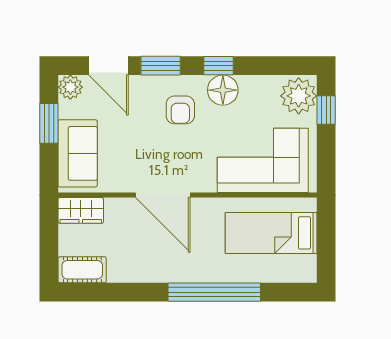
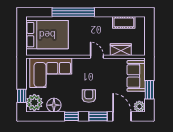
floor lamp: (223, 90) -> (54, 105), moved
door: (163, 195) -> (97, 57), width x0.53
wardrobe: (81, 210) -> (121, 50), moved
bed: (271, 233) -> (47, 35), width x1.50
cot: (82, 270) -> (124, 22), moved

